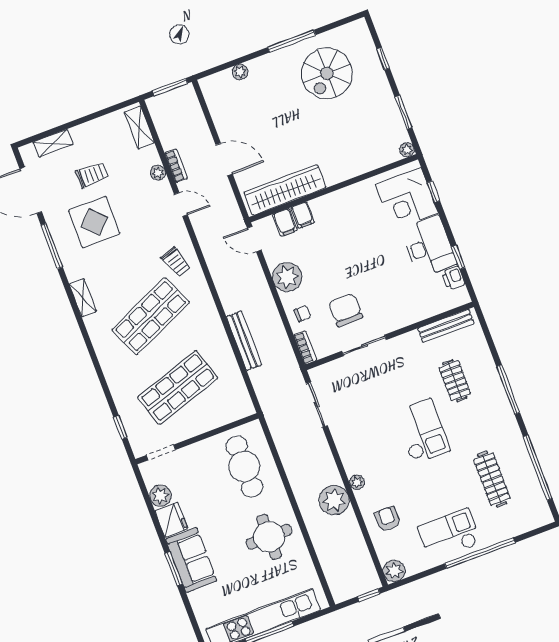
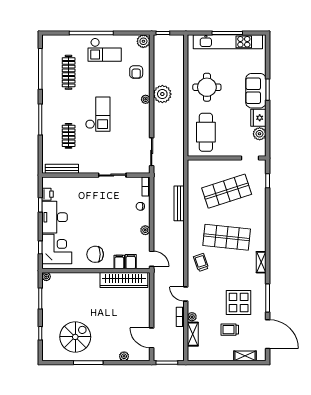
shelving: (139, 128) -> (193, 334), moved
door: (224, 159) -> (152, 338), moved
plant: (287, 277) -> (145, 230), width x0.53, depth x0.53
chair: (346, 310) -> (95, 254), moved, turned 90
shop shelf: (151, 316) -> (227, 237), turned 30
checkout: (422, 431) -> (98, 114), turned 180

